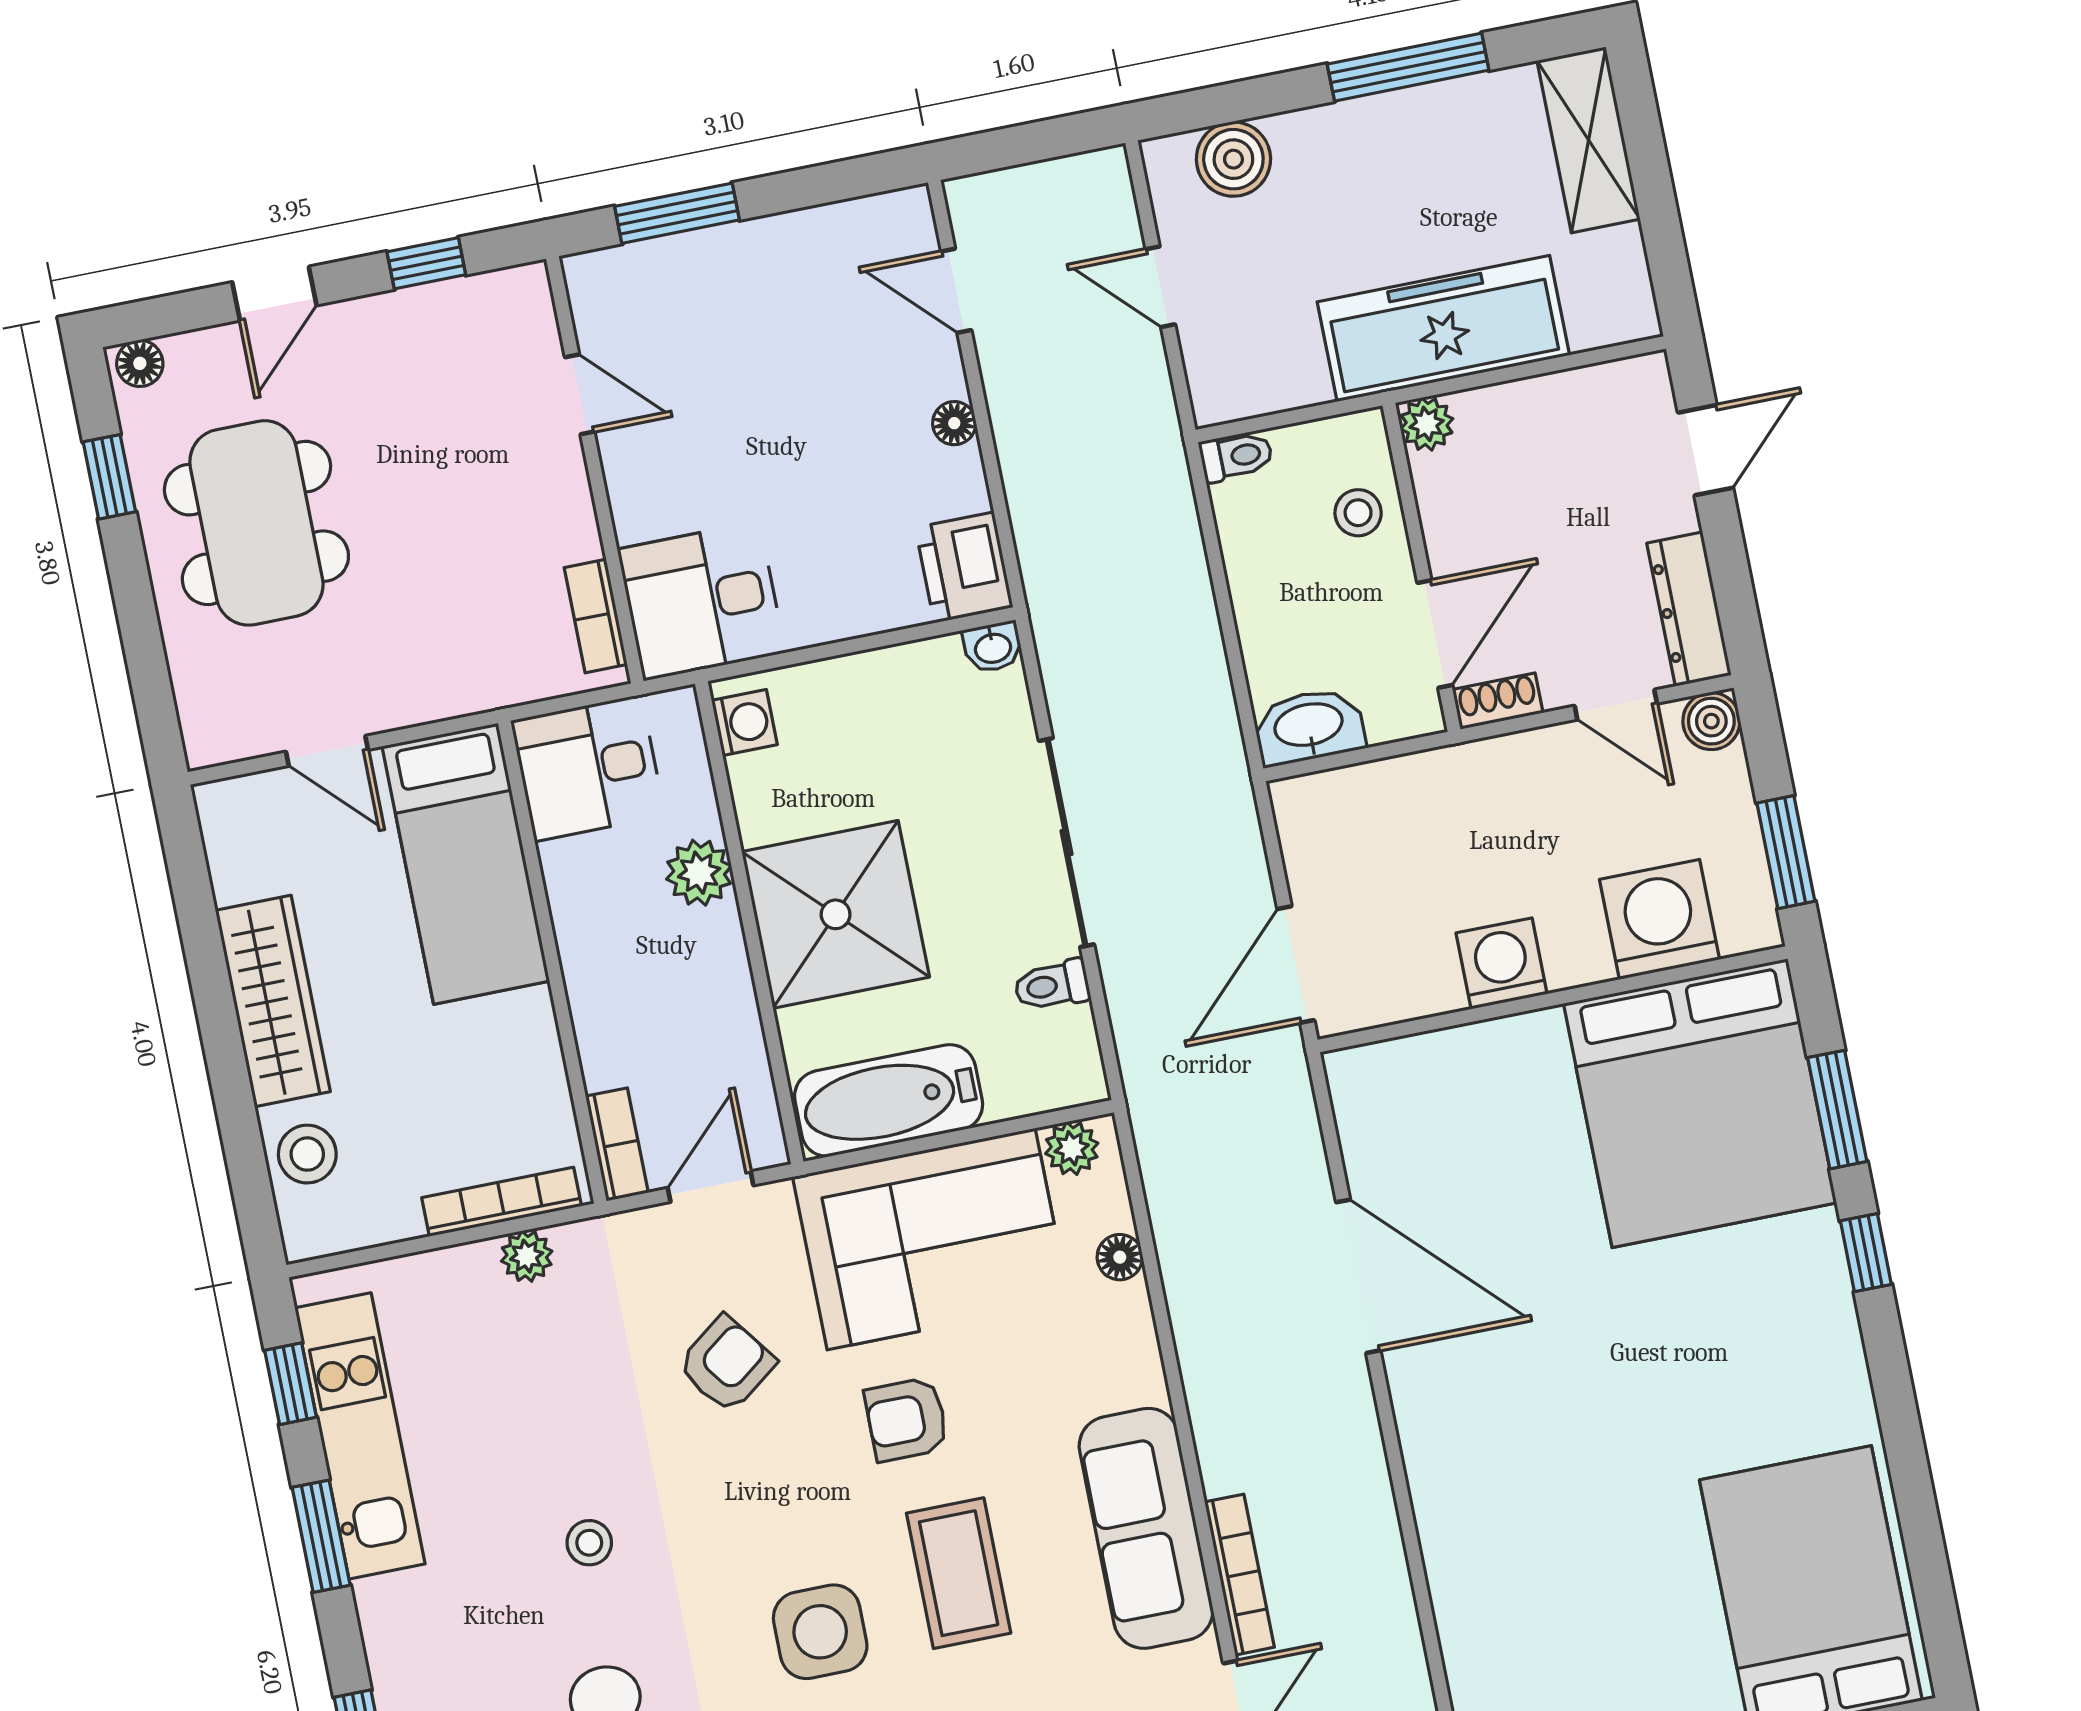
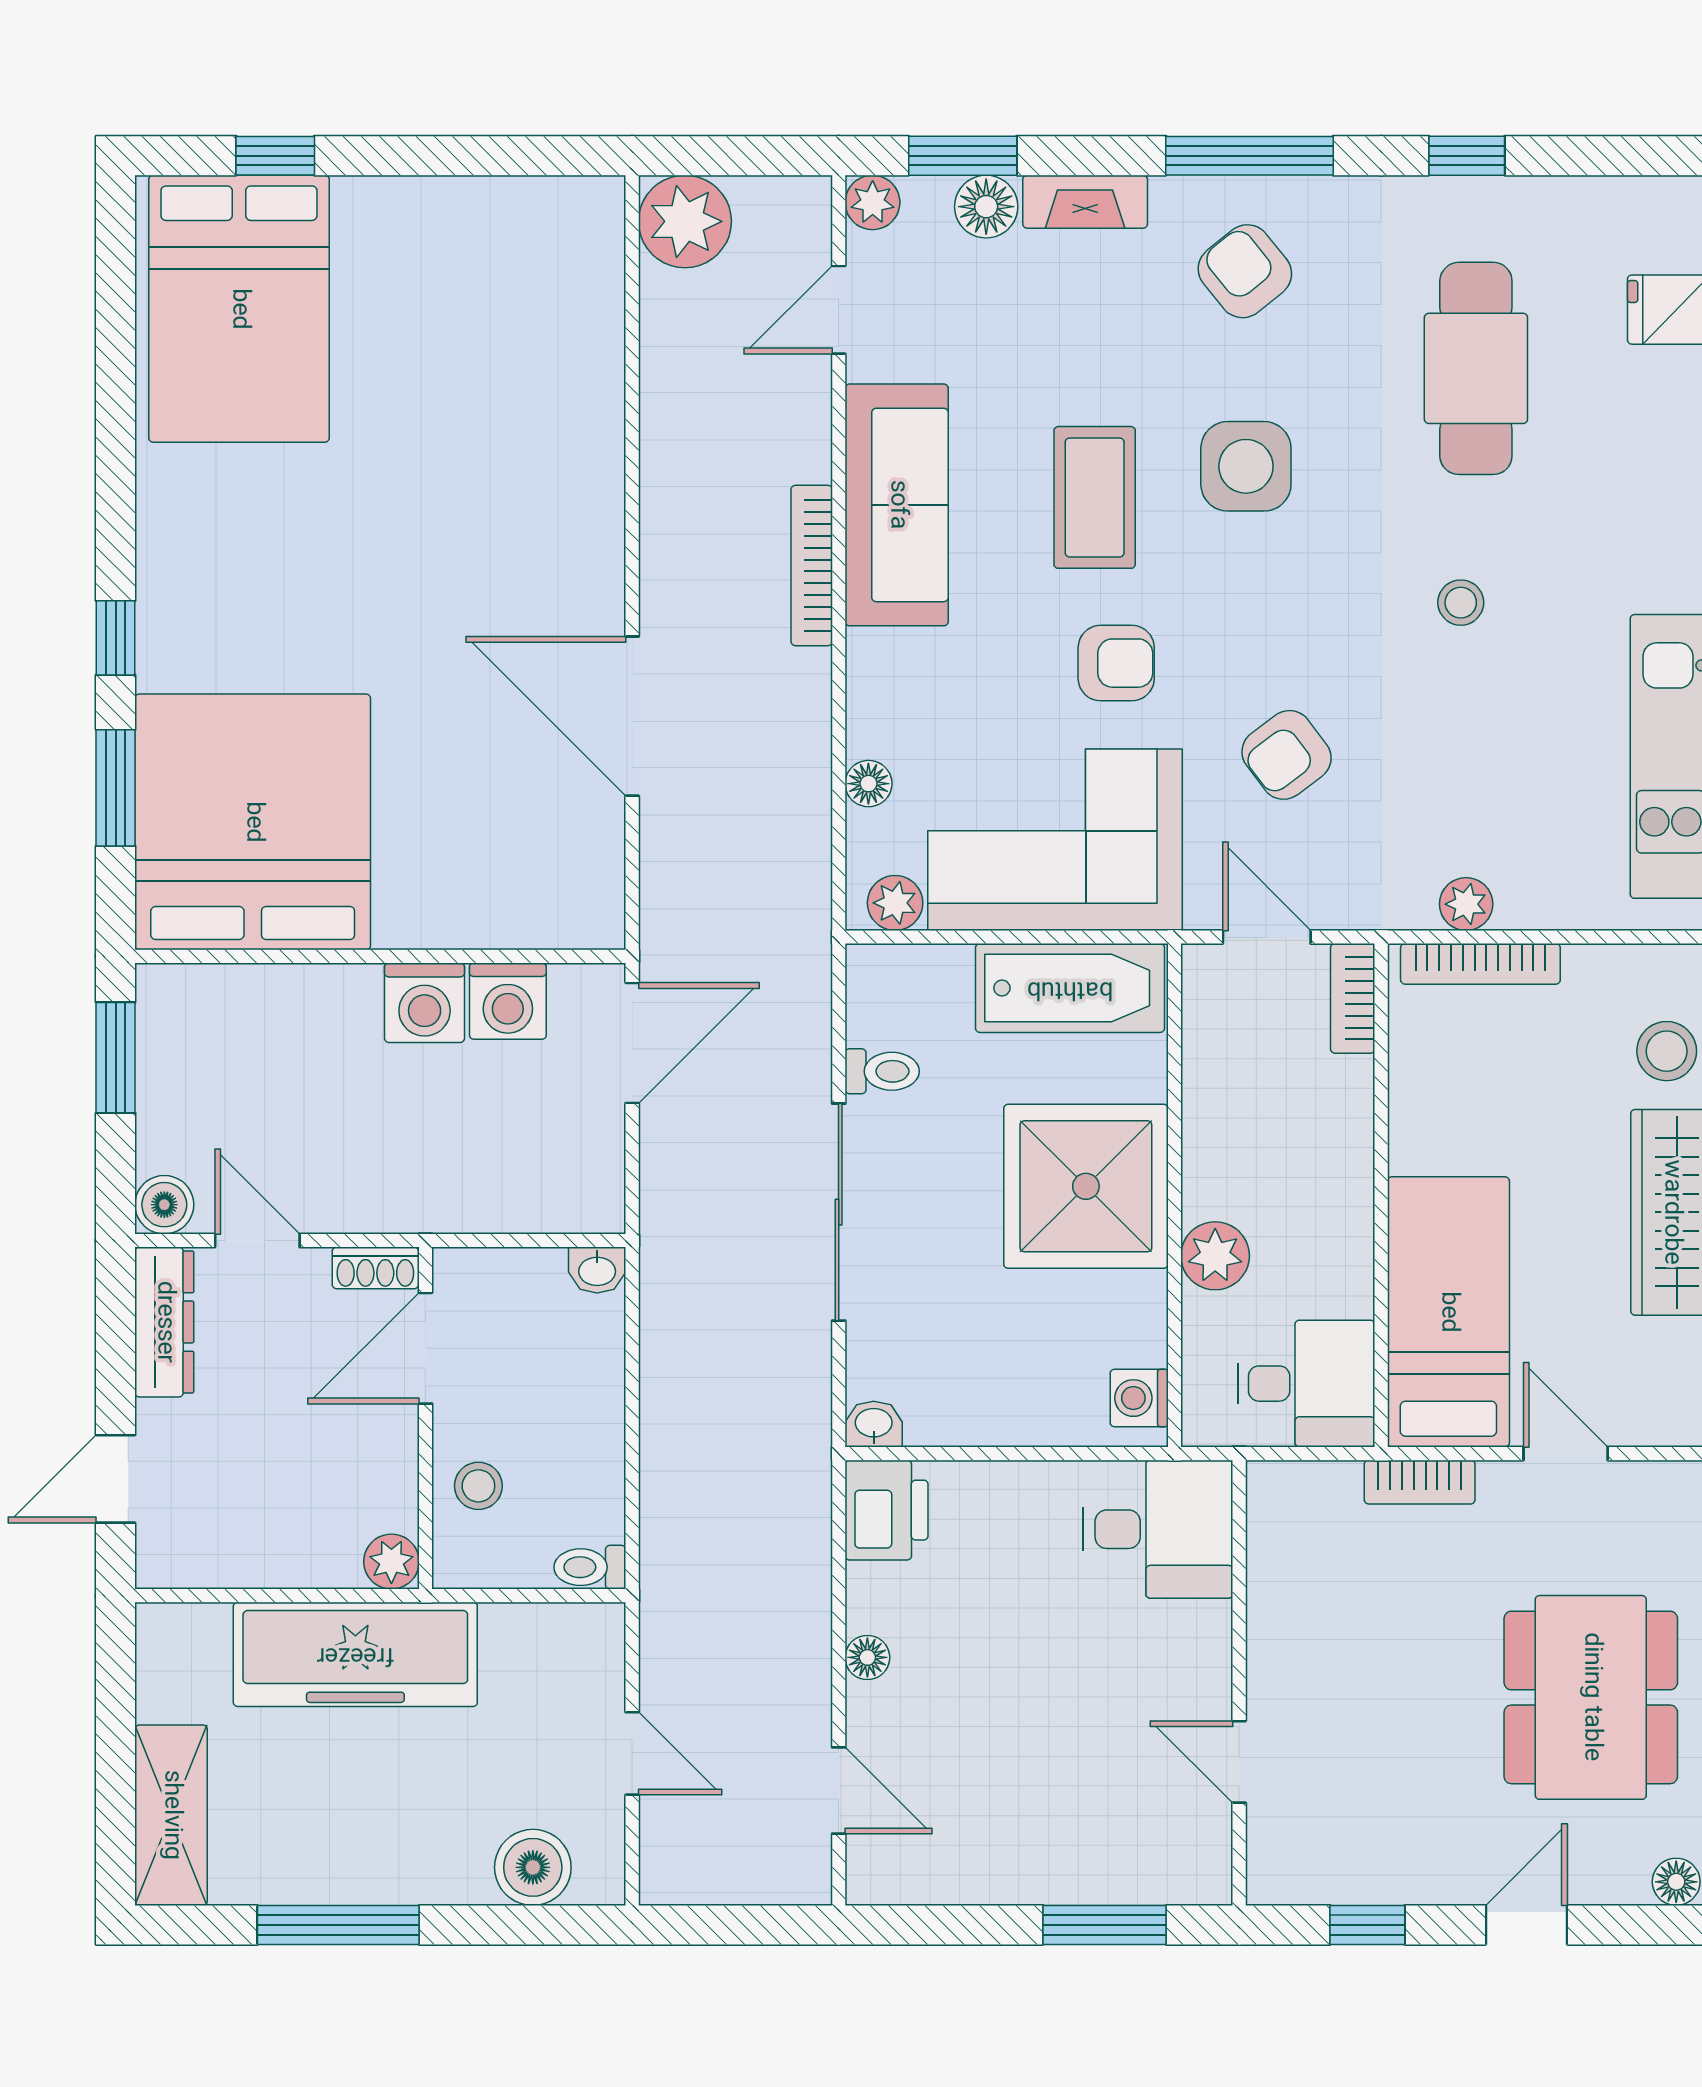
bookcase: (596, 616) -> (1420, 1482), moved, turned 90
washbasin: (1309, 727) -> (597, 1270), width x0.52, depth x0.69
washing machine: (1659, 919) -> (508, 1001), moved, width x0.73, depth x0.73
door: (711, 1187) -> (1267, 937), swing flipped
bookcase: (1240, 1575) -> (812, 566), moved

